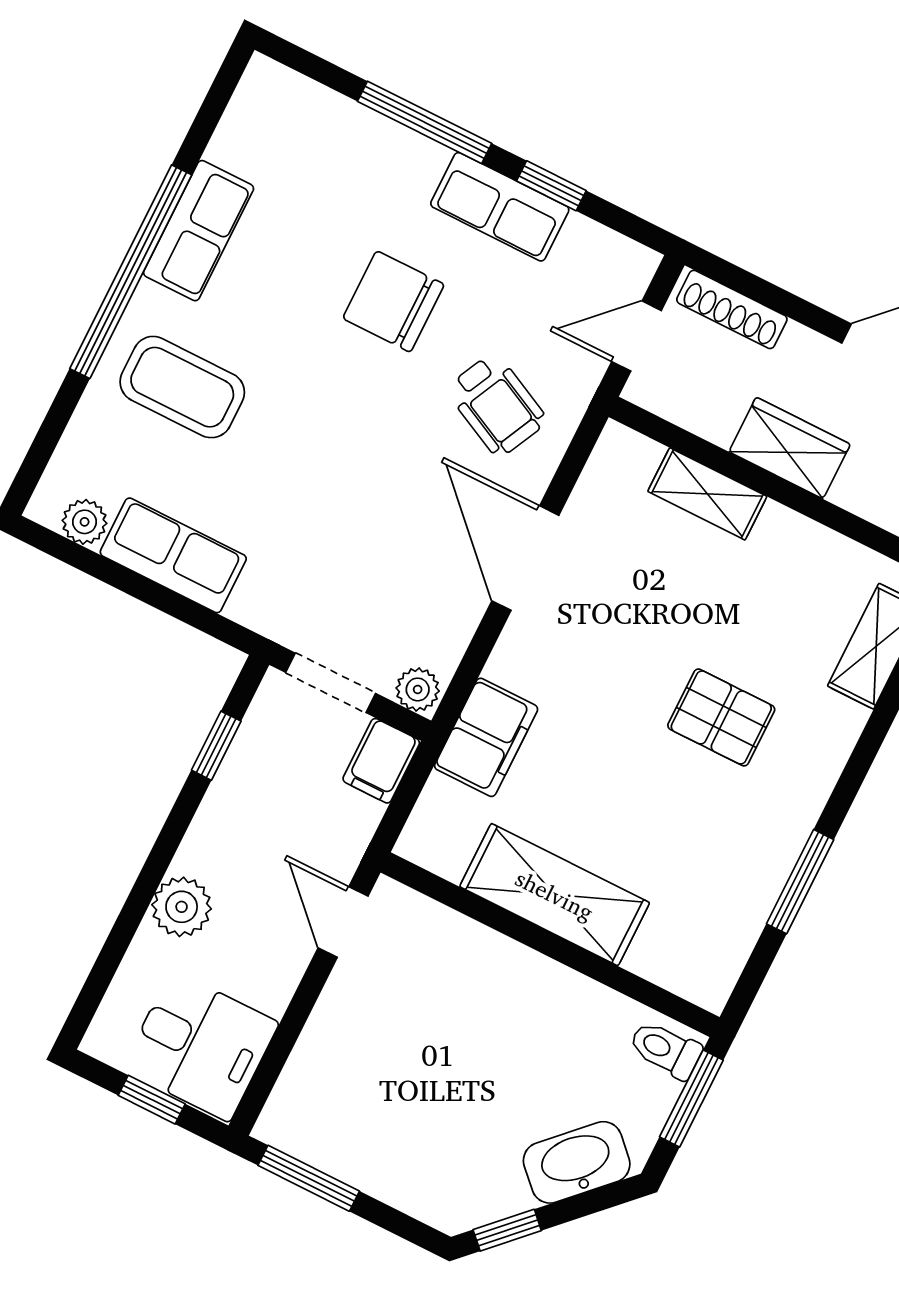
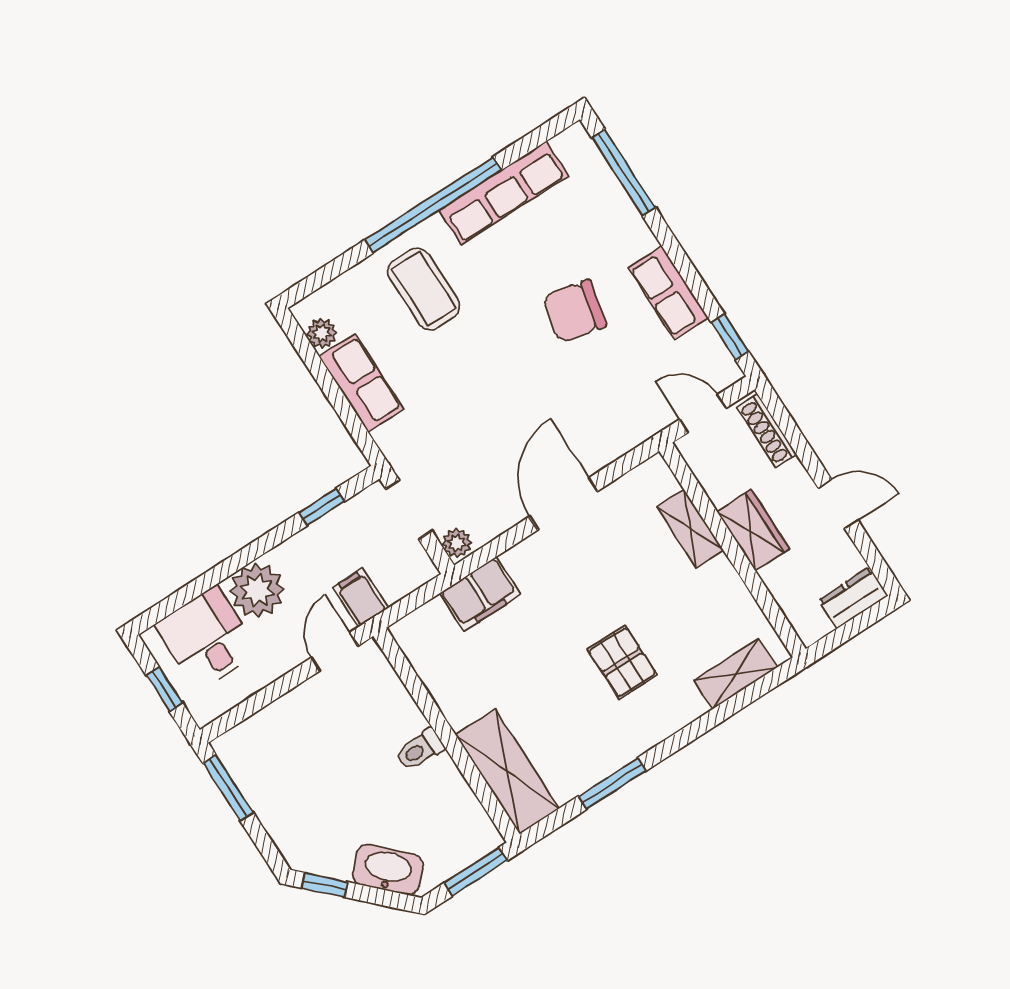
window: (425, 122) -> (624, 173), moved
window: (551, 186) -> (730, 337), moved
row of seats: (199, 231) -> (504, 193), width x1.48
chair: (393, 301) -> (575, 311), turned -77
wheelchair: (497, 405) -> (599, 406), removed
filing cabinet: (381, 761) -> (360, 598), moved, turned 90
shelving: (555, 895) -> (507, 772), moved
plant: (182, 907) -> (257, 590), width x1.36, depth x1.36
desk: (200, 1046) -> (207, 638), moved, turned 180
toilet: (665, 1049) -> (420, 750), moved, turned -90

